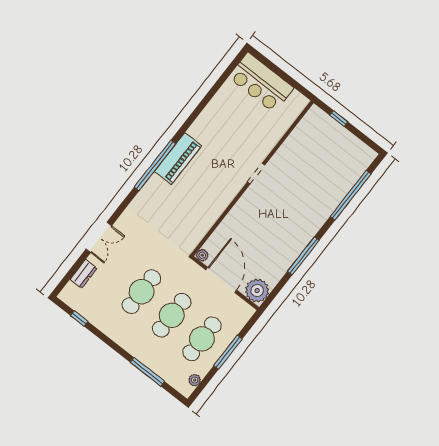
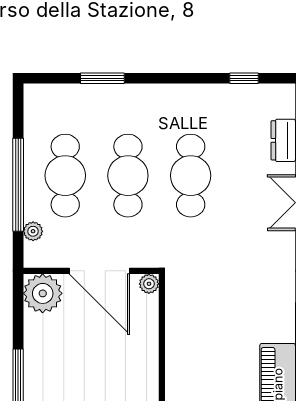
window: (228, 352) -> (18, 185), width x1.46
window: (147, 372) -> (102, 78), width x0.69
plant: (195, 380) -> (33, 231), moved

